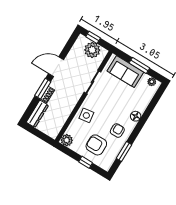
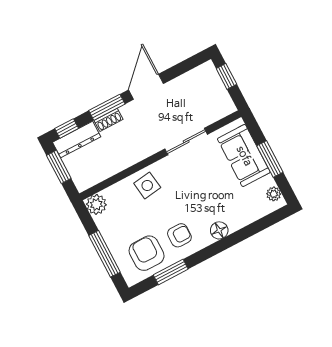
plant: (92, 50) -> (214, 94), removed
door: (56, 67) -> (146, 87), hinge flipped
window: (29, 111) -> (67, 128), added
window: (37, 133) -> (59, 167), added
armchair: (96, 145) -> (147, 253), moved
window: (86, 162) -> (105, 254), width x2.17

